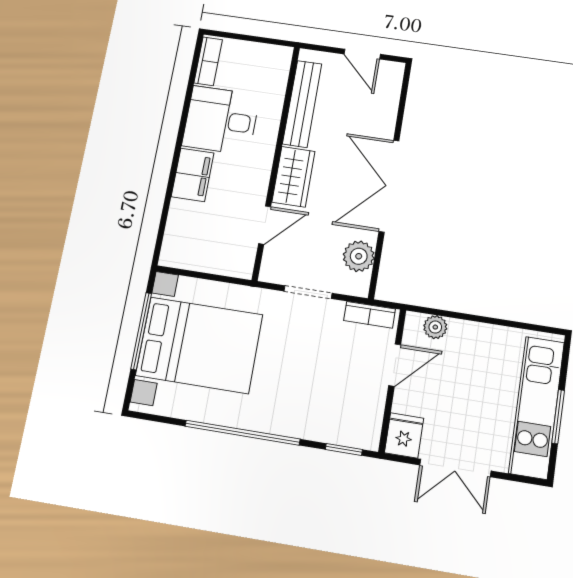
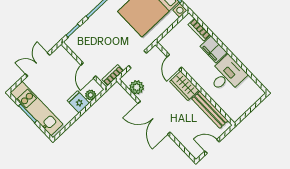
bookcase: (208, 61) -> (199, 30), moved
double door: (389, 186) -> (154, 118), swing flipped
fridge: (404, 435) -> (78, 102), moved, turned 180

